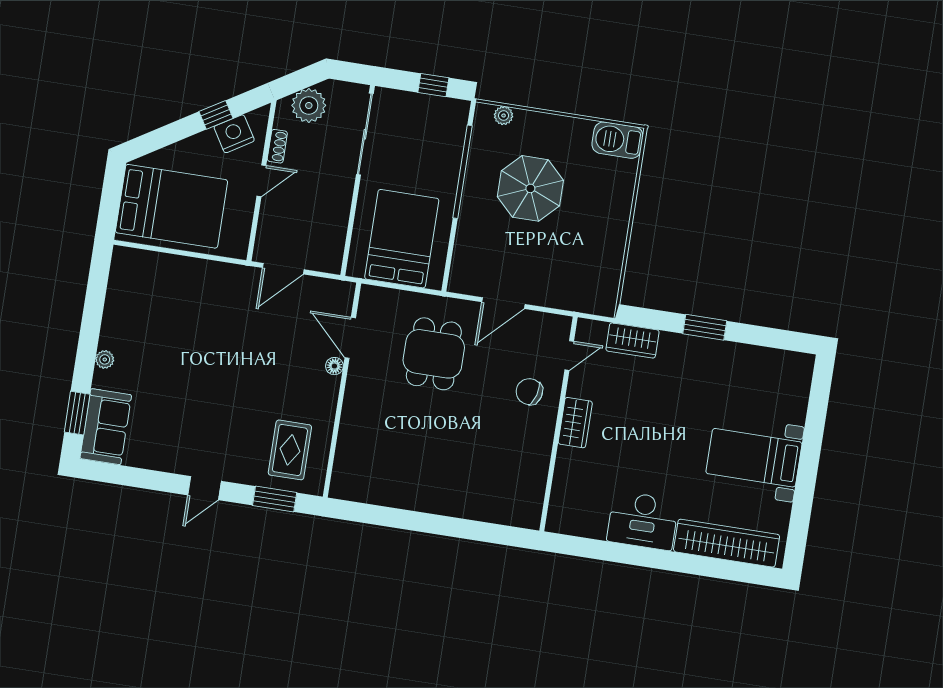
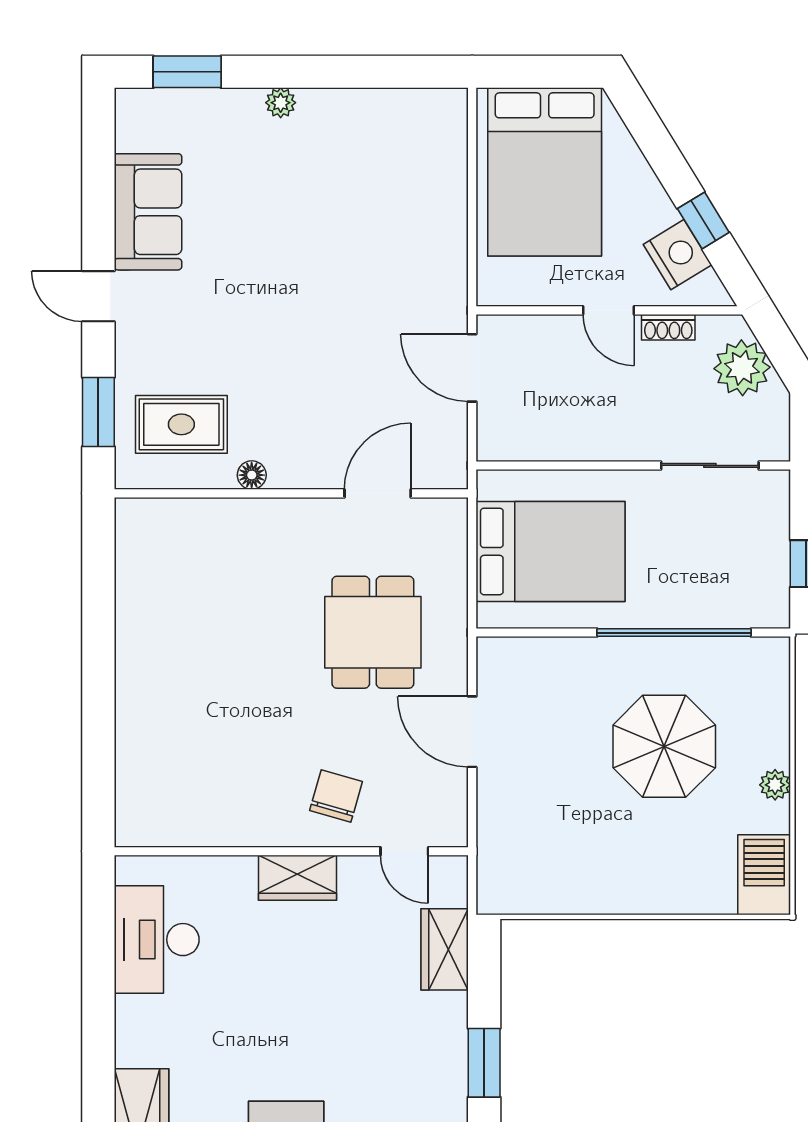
plant: (504, 116) -> (775, 785), moved
sliding door: (365, 134) -> (710, 465), width x0.73
dining table: (434, 354) -> (373, 632), turned 90
floor lamp: (334, 366) -> (252, 475), moved
sofa: (106, 427) -> (148, 212), moved, turned -90
desk: (643, 521) -> (157, 940), moved

